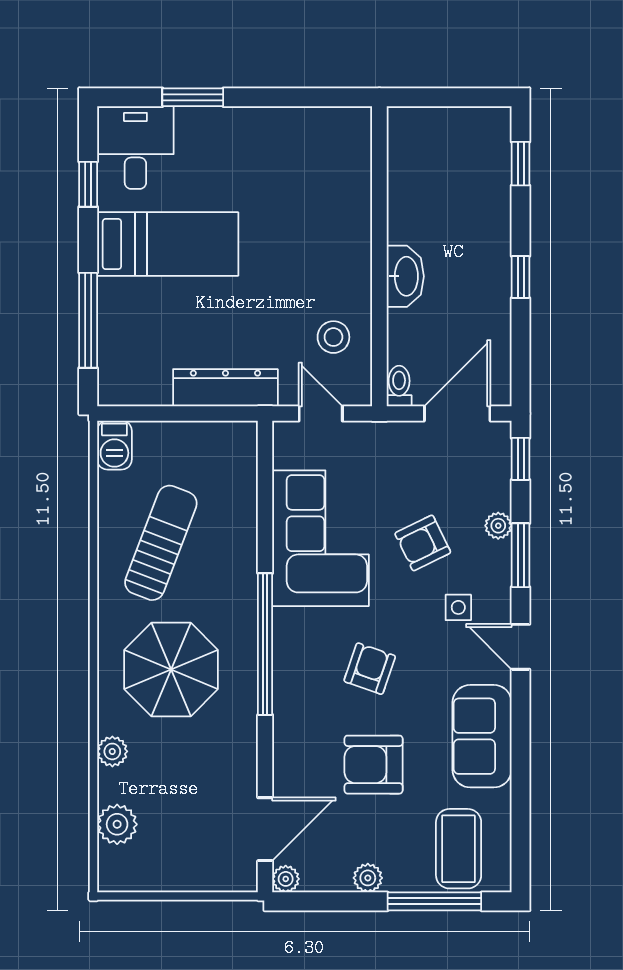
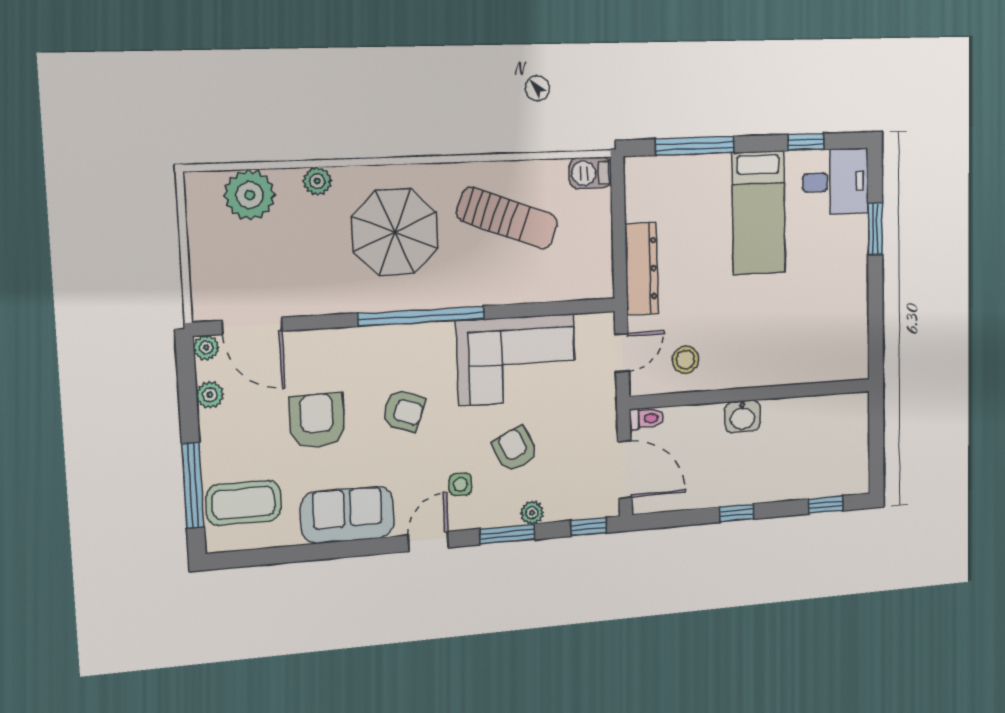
washbasin: (405, 276) -> (743, 416), width x0.72
plant: (117, 824) -> (250, 195), width x1.36, depth x1.36
plant: (368, 878) -> (210, 395), moved

